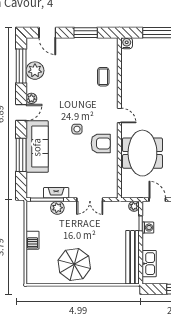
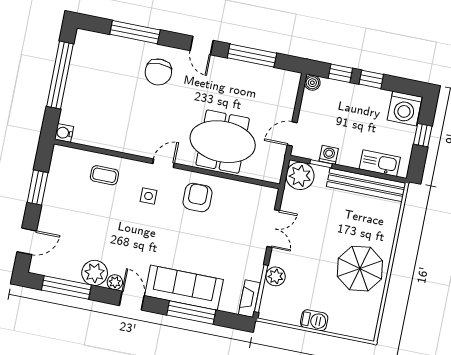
plant: (35, 71) -> (95, 273), moved
side table: (77, 129) -> (149, 196), moved
fireplace: (56, 193) -> (249, 299), moved
plant: (134, 206) -> (300, 176), width x1.87, depth x1.87

